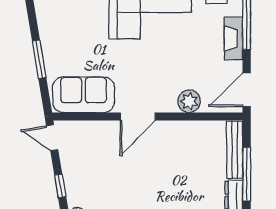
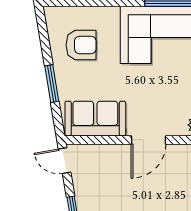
armchair: (69, 20) -> (81, 45), added

